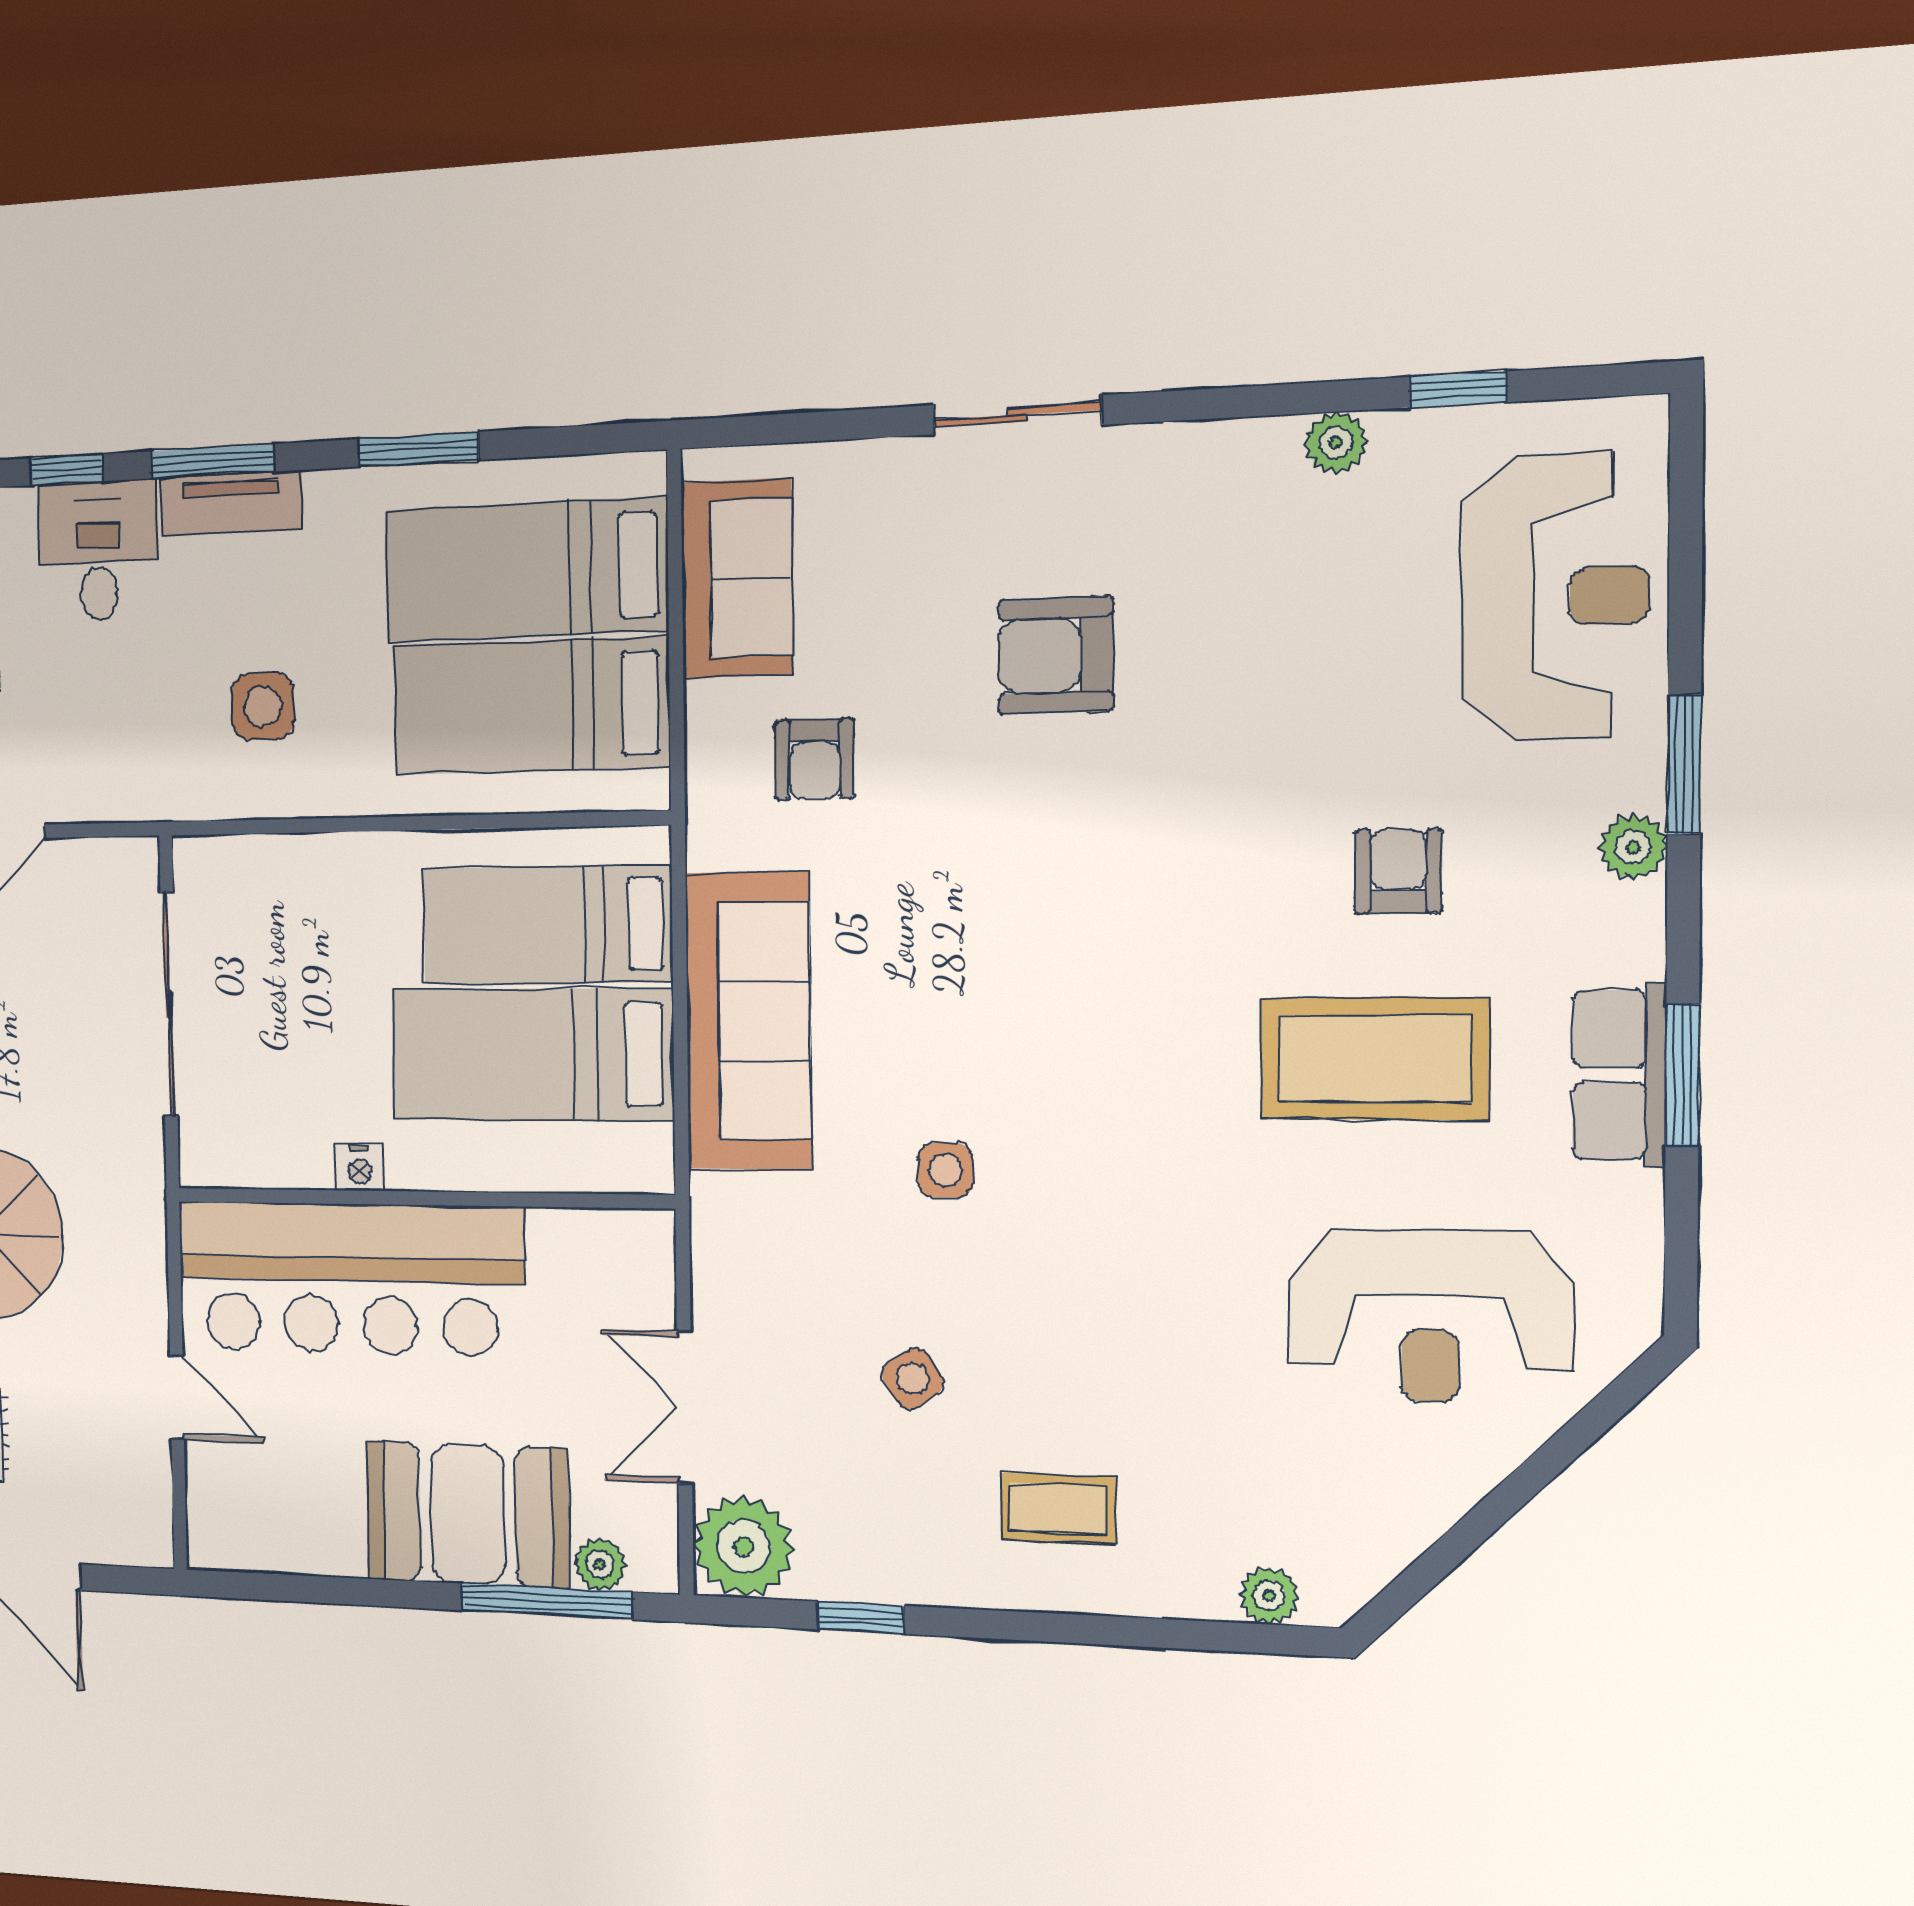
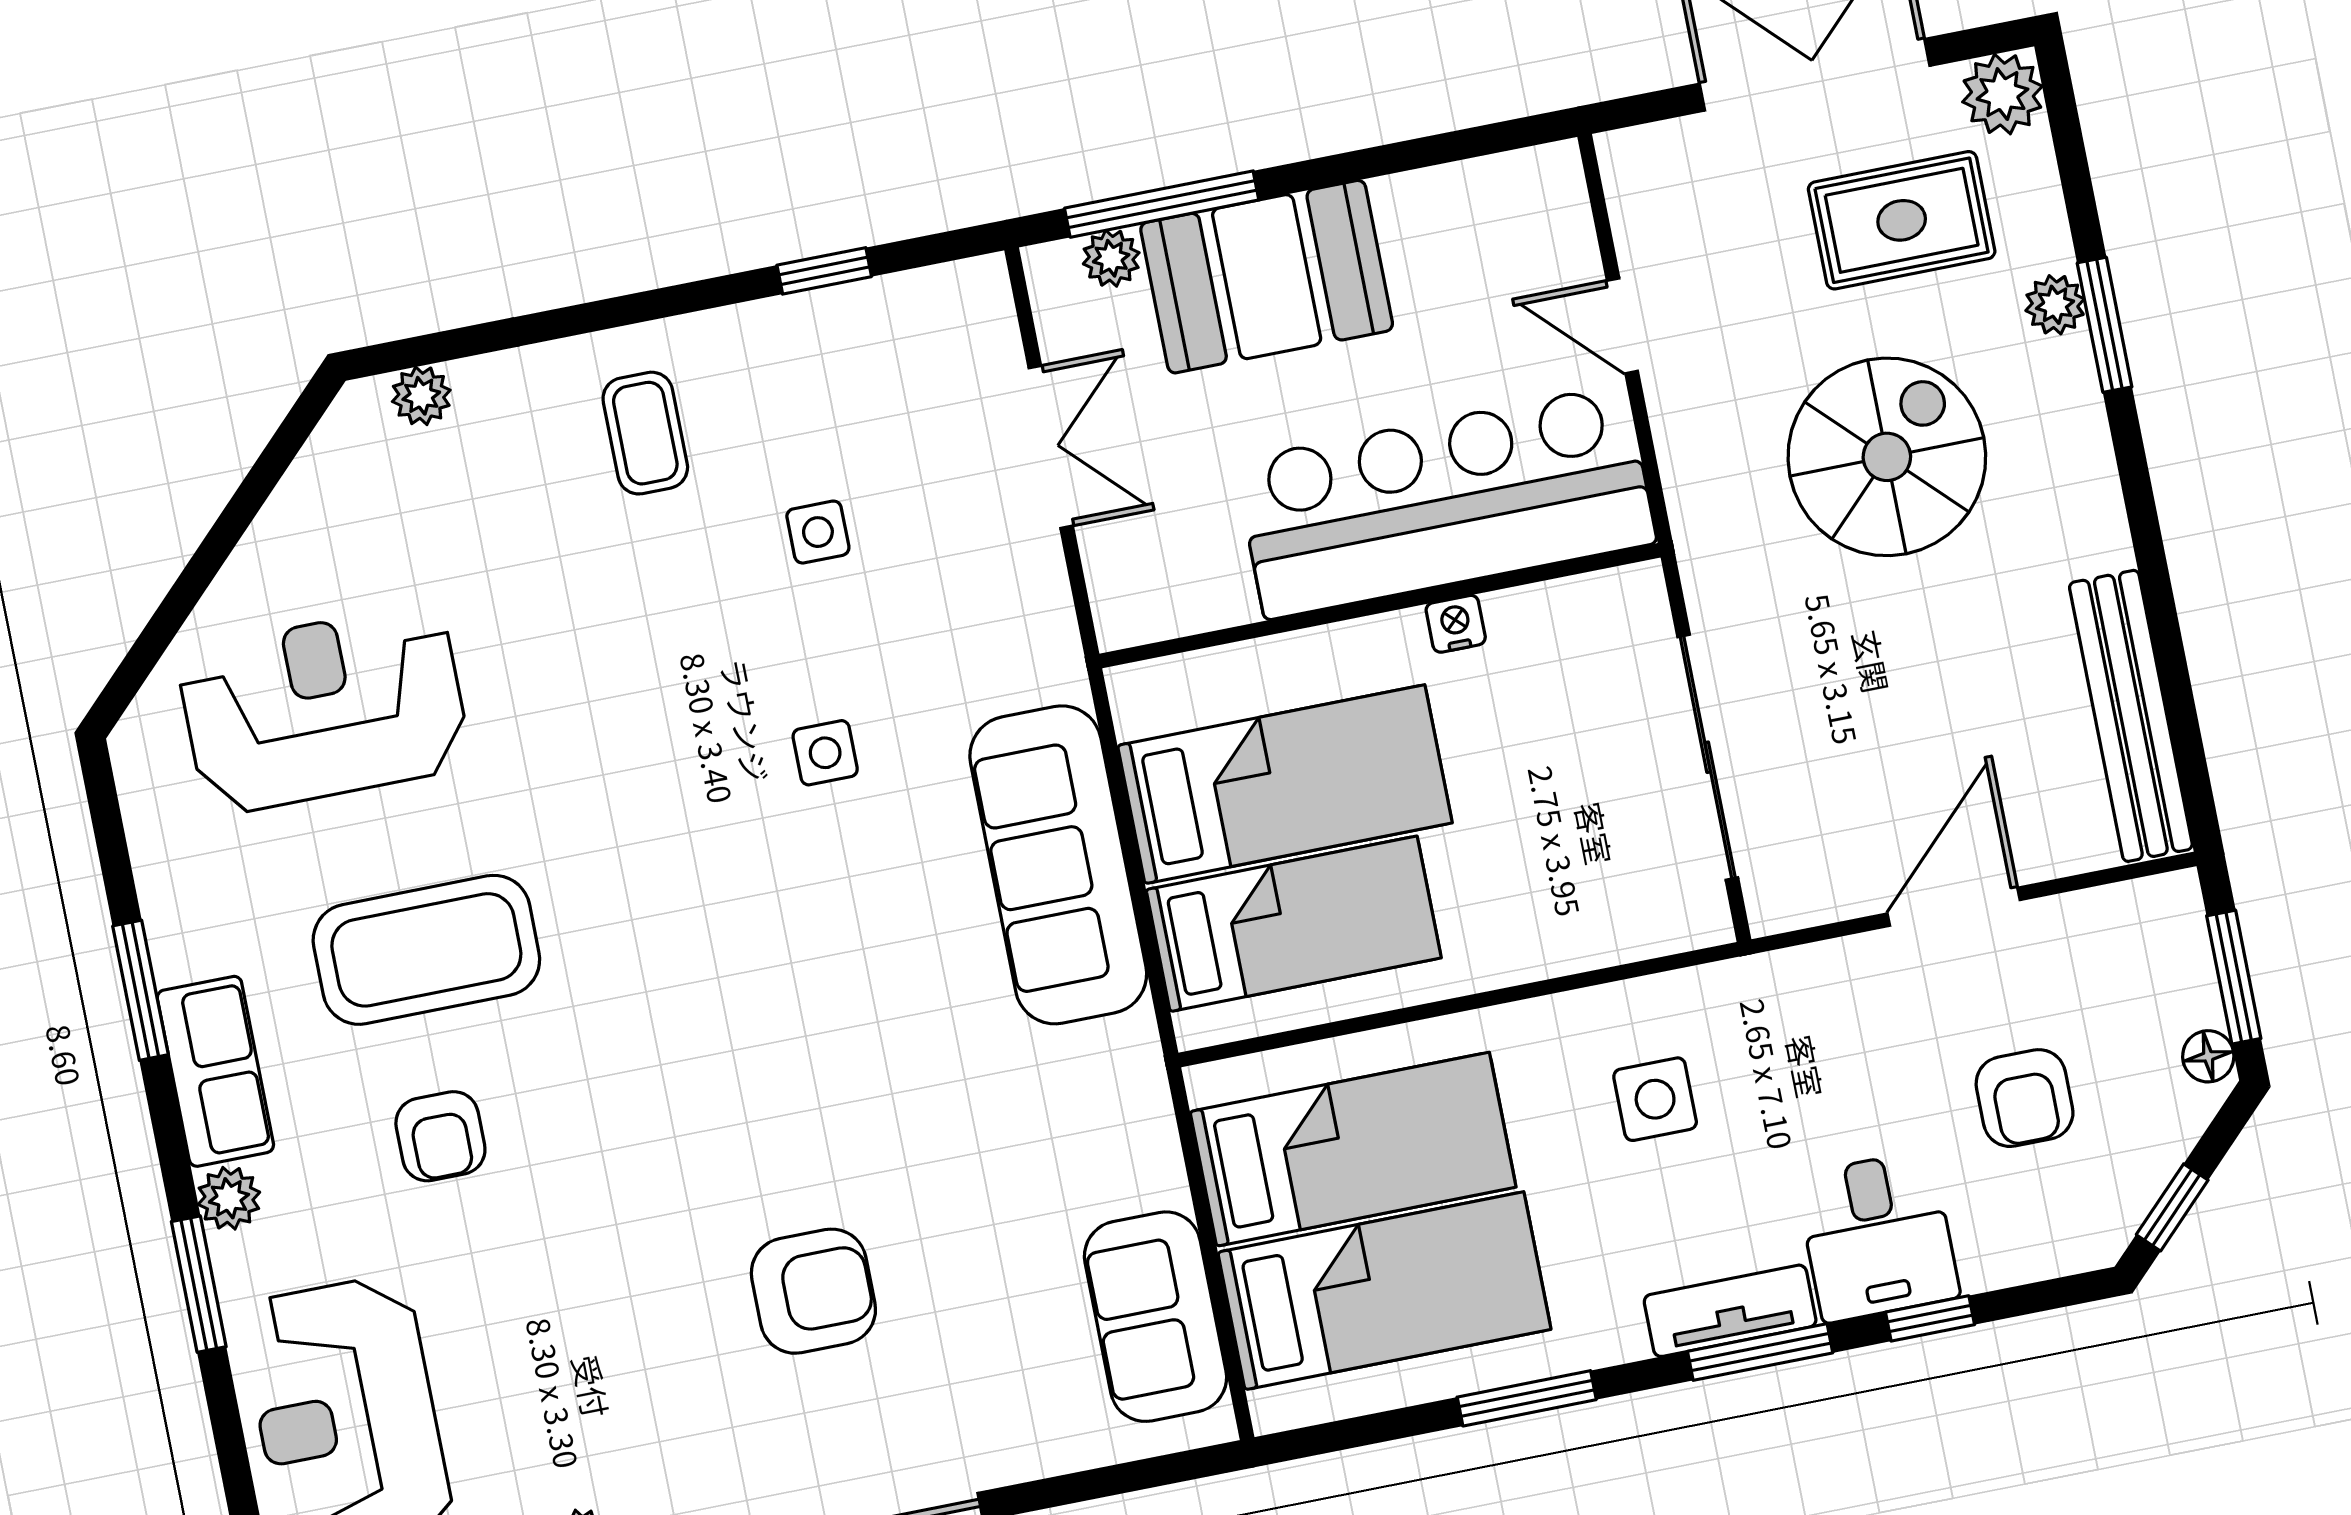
armchair: (815, 759) -> (1039, 1146), removed
row of seats: (1619, 1075) -> (215, 1071), moved
side table: (912, 1379) -> (818, 532), turned 34
coffee table: (1058, 1509) -> (645, 433), turned 90
plant: (743, 1546) -> (961, 315), removed

